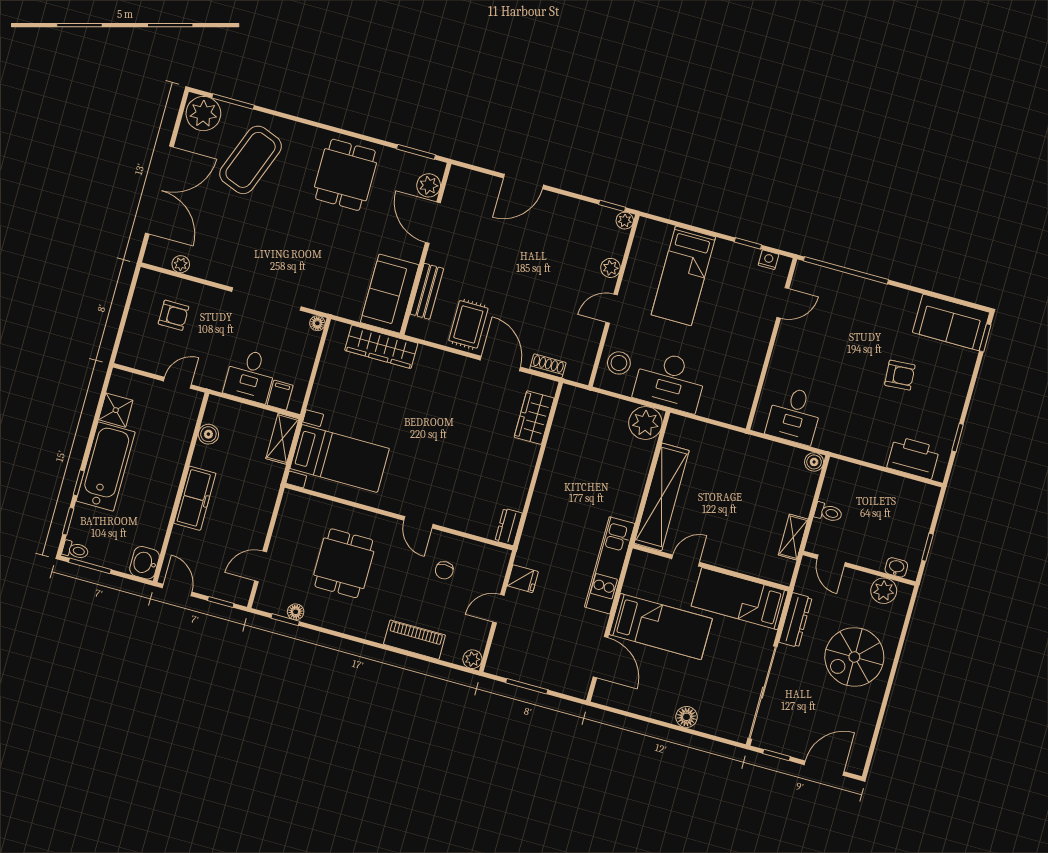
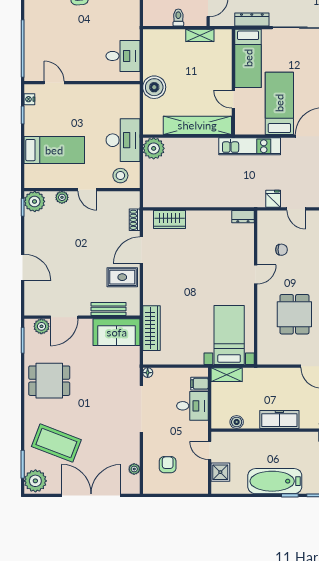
plant: (625, 221) -> (35, 201), width x1.87, depth x1.87
shower: (116, 410) -> (220, 472), moved
boiler: (814, 462) -> (154, 87), moved, width x1.86, depth x1.86
dining table: (344, 563) -> (294, 314), turned 90

